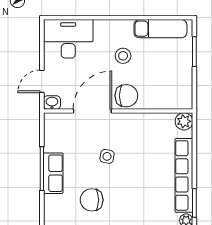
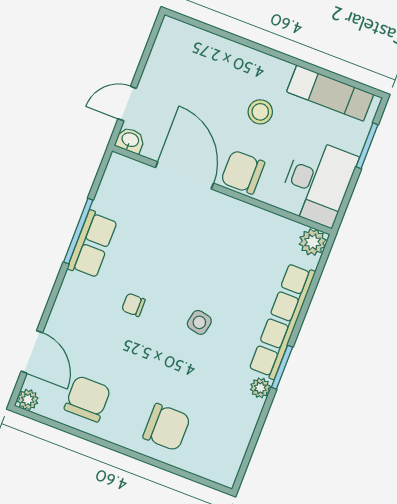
desk: (68, 39) -> (318, 182), moved, turned 90
chair: (126, 96) -> (243, 172), turned 180
door: (92, 111) -> (184, 175), hinge flipped
side table: (107, 156) -> (199, 322), moved
chair: (92, 200) -> (133, 305), width x0.54, depth x0.54

